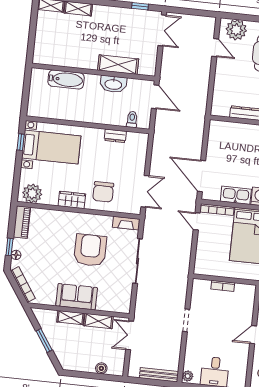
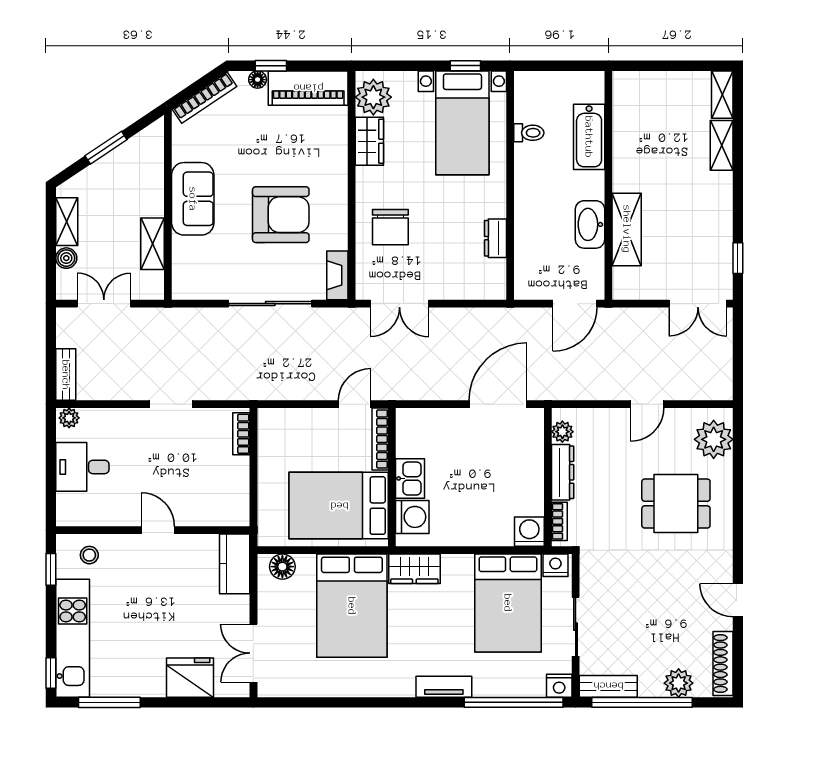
door: (215, 48) -> (647, 404), moved
plant: (223, 111) -> (562, 432), added
toilet: (132, 119) -> (529, 133), moved
door: (202, 176) -> (498, 404), moved
chair: (103, 192) -> (390, 227), turned -90
kitchen sink: (236, 195) -> (410, 478), width x0.73
wardrobe: (72, 200) -> (369, 141), moved
piano: (22, 222) -> (308, 88), width x1.37, depth x1.33
bookcase: (223, 286) -> (241, 434), moved
shelving: (71, 318) -> (67, 222), moved
double door: (130, 335) -> (104, 304), moved
bench: (159, 375) -> (66, 375), width x0.73

